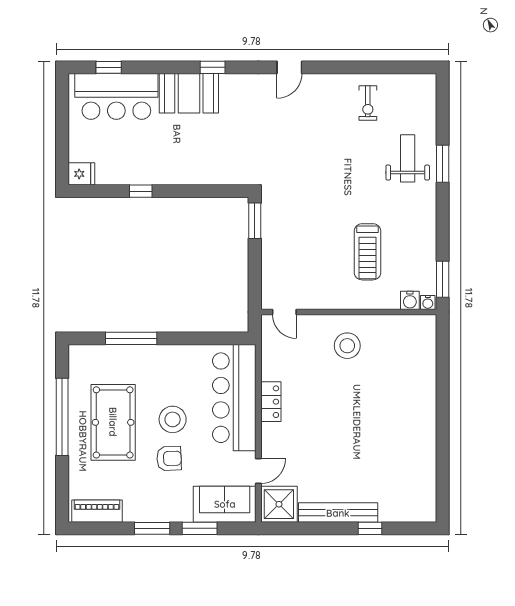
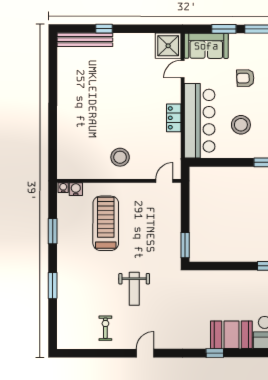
door: (289, 67) -> (145, 353), moved
weight bench: (408, 158) -> (134, 289), moved
treadmill: (367, 252) -> (106, 223), width x1.37, depth x1.38
window: (443, 279) -> (53, 231), moved
door: (284, 312) -> (164, 181), hinge flipped
stool: (173, 419) -> (241, 125), moved
bench: (338, 513) -> (85, 40), moved

